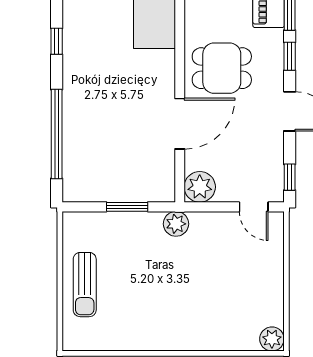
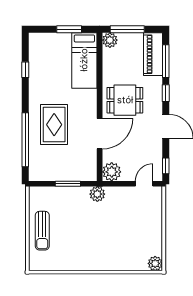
window: (57, 41) -> (25, 70), moved
rug: (104, 109) -> (54, 125), added
door: (254, 207) -> (144, 184), swing flipped

